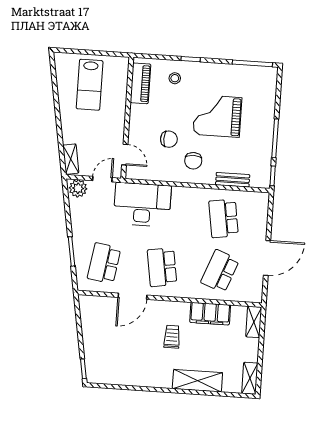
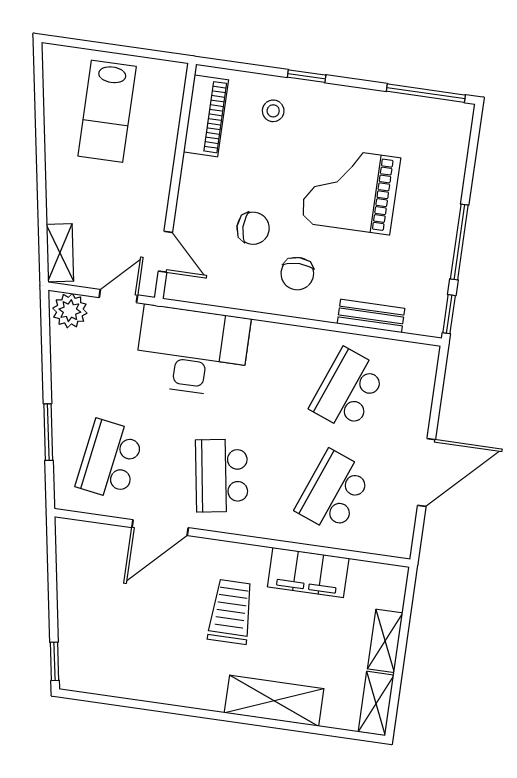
school desk: (224, 218) -> (348, 390), turned 30
shelving: (254, 322) -> (385, 641), moved
trolley: (172, 337) -> (231, 612), width x1.36, depth x1.39

